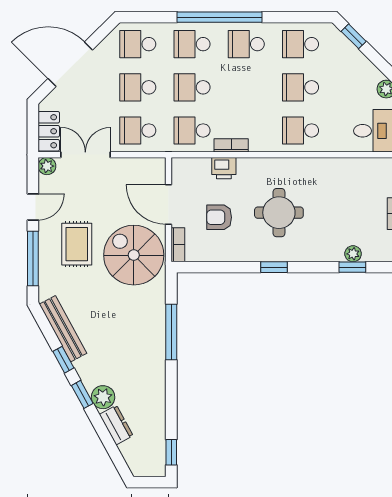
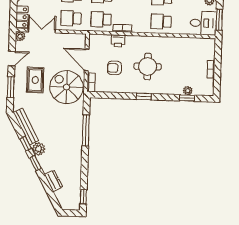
window: (33, 259) -> (11, 87), width x0.69
plant: (103, 397) -> (39, 149), moved

